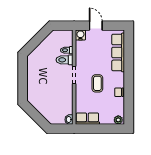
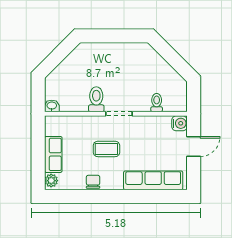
toilet: (65, 60) -> (96, 99), moved
row of seats: (87, 119) -> (53, 154), moved

